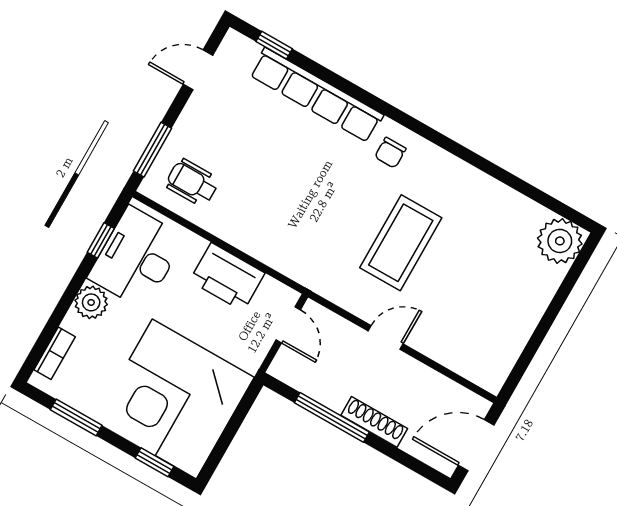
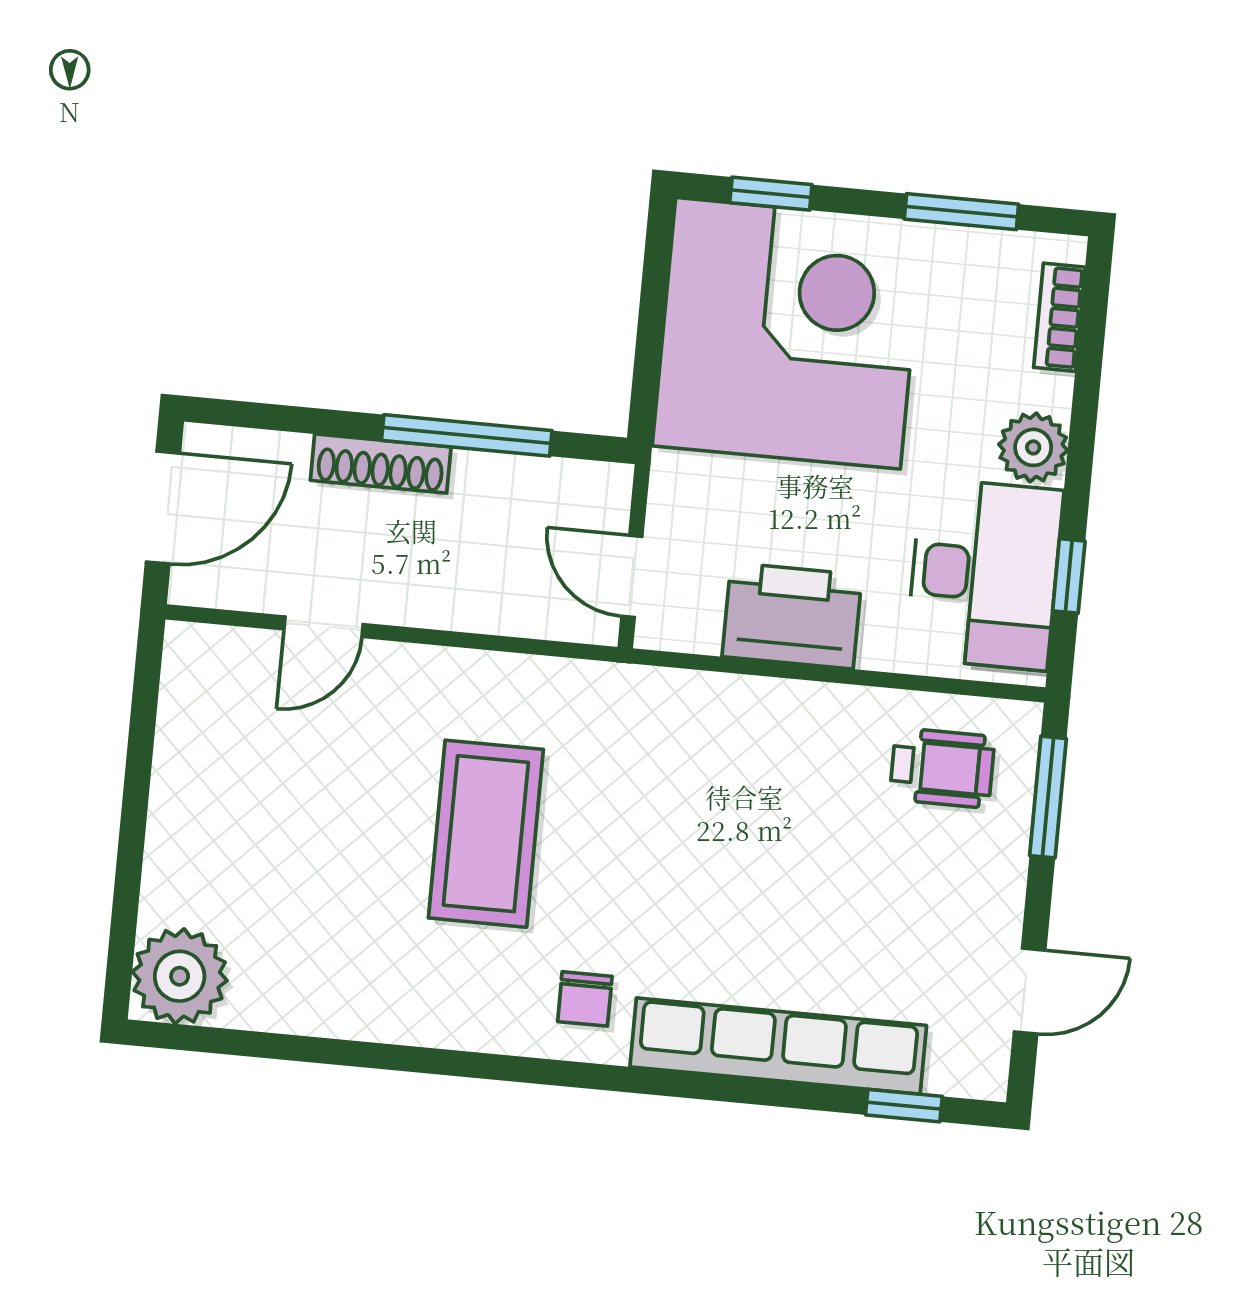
chair: (390, 153) -> (585, 999), turned 180
door: (386, 337) -> (324, 627), moved

